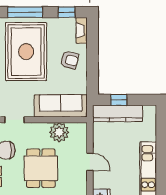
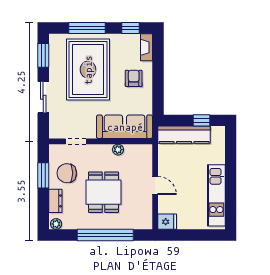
armchair: (70, 60) -> (134, 78), turned -104
window: (119, 100) -> (202, 120), moved
plant: (59, 132) -> (118, 150), width x0.53, depth x0.53

